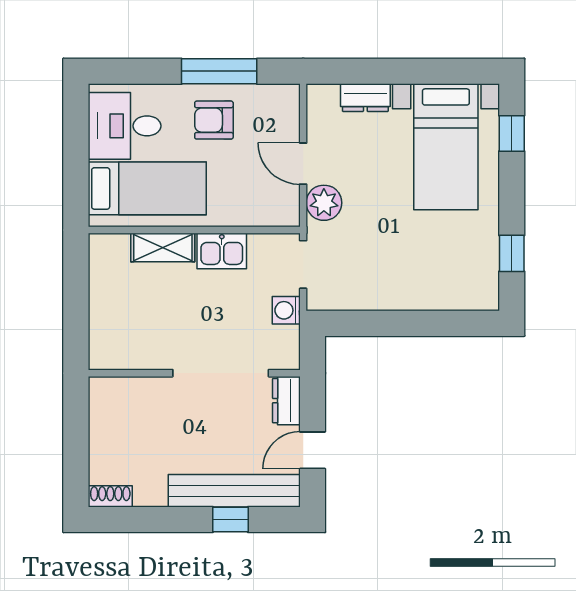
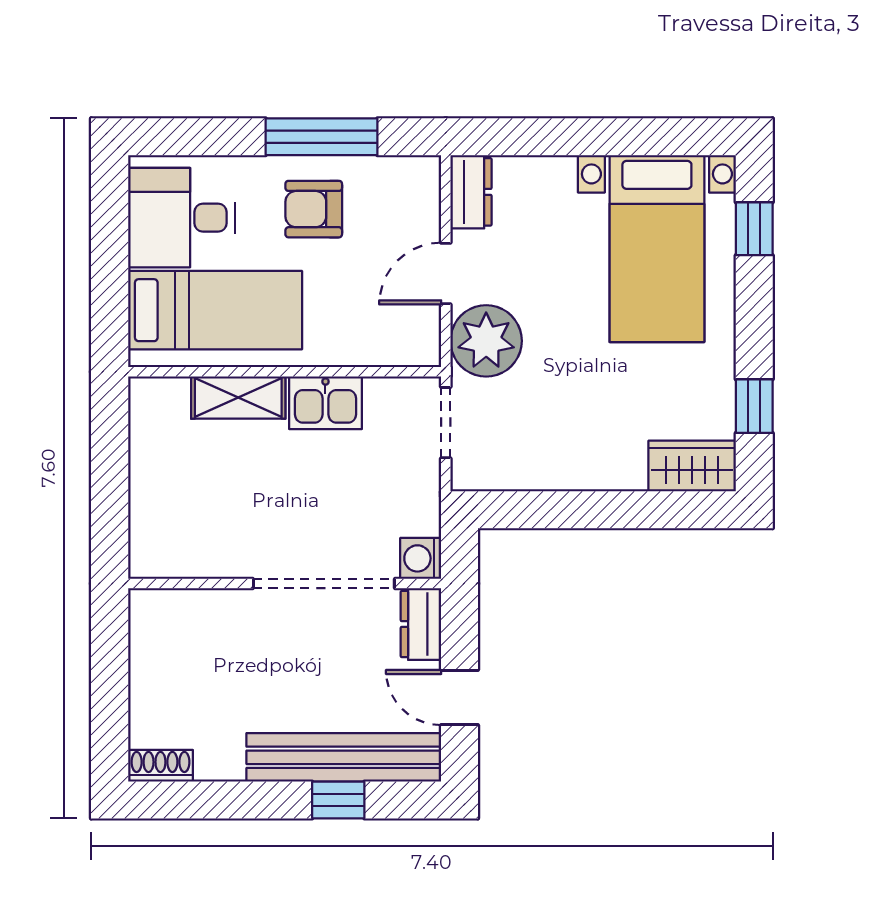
dresser: (365, 98) -> (471, 192), moved, turned -90
door: (303, 164) -> (446, 273), hinge flipped
plant: (324, 203) -> (486, 341), width x1.36, depth x1.36
wardrobe: (470, 294) -> (692, 466), added
washing machine: (286, 310) -> (421, 558), moved
door: (312, 450) -> (460, 698), hinge flipped

